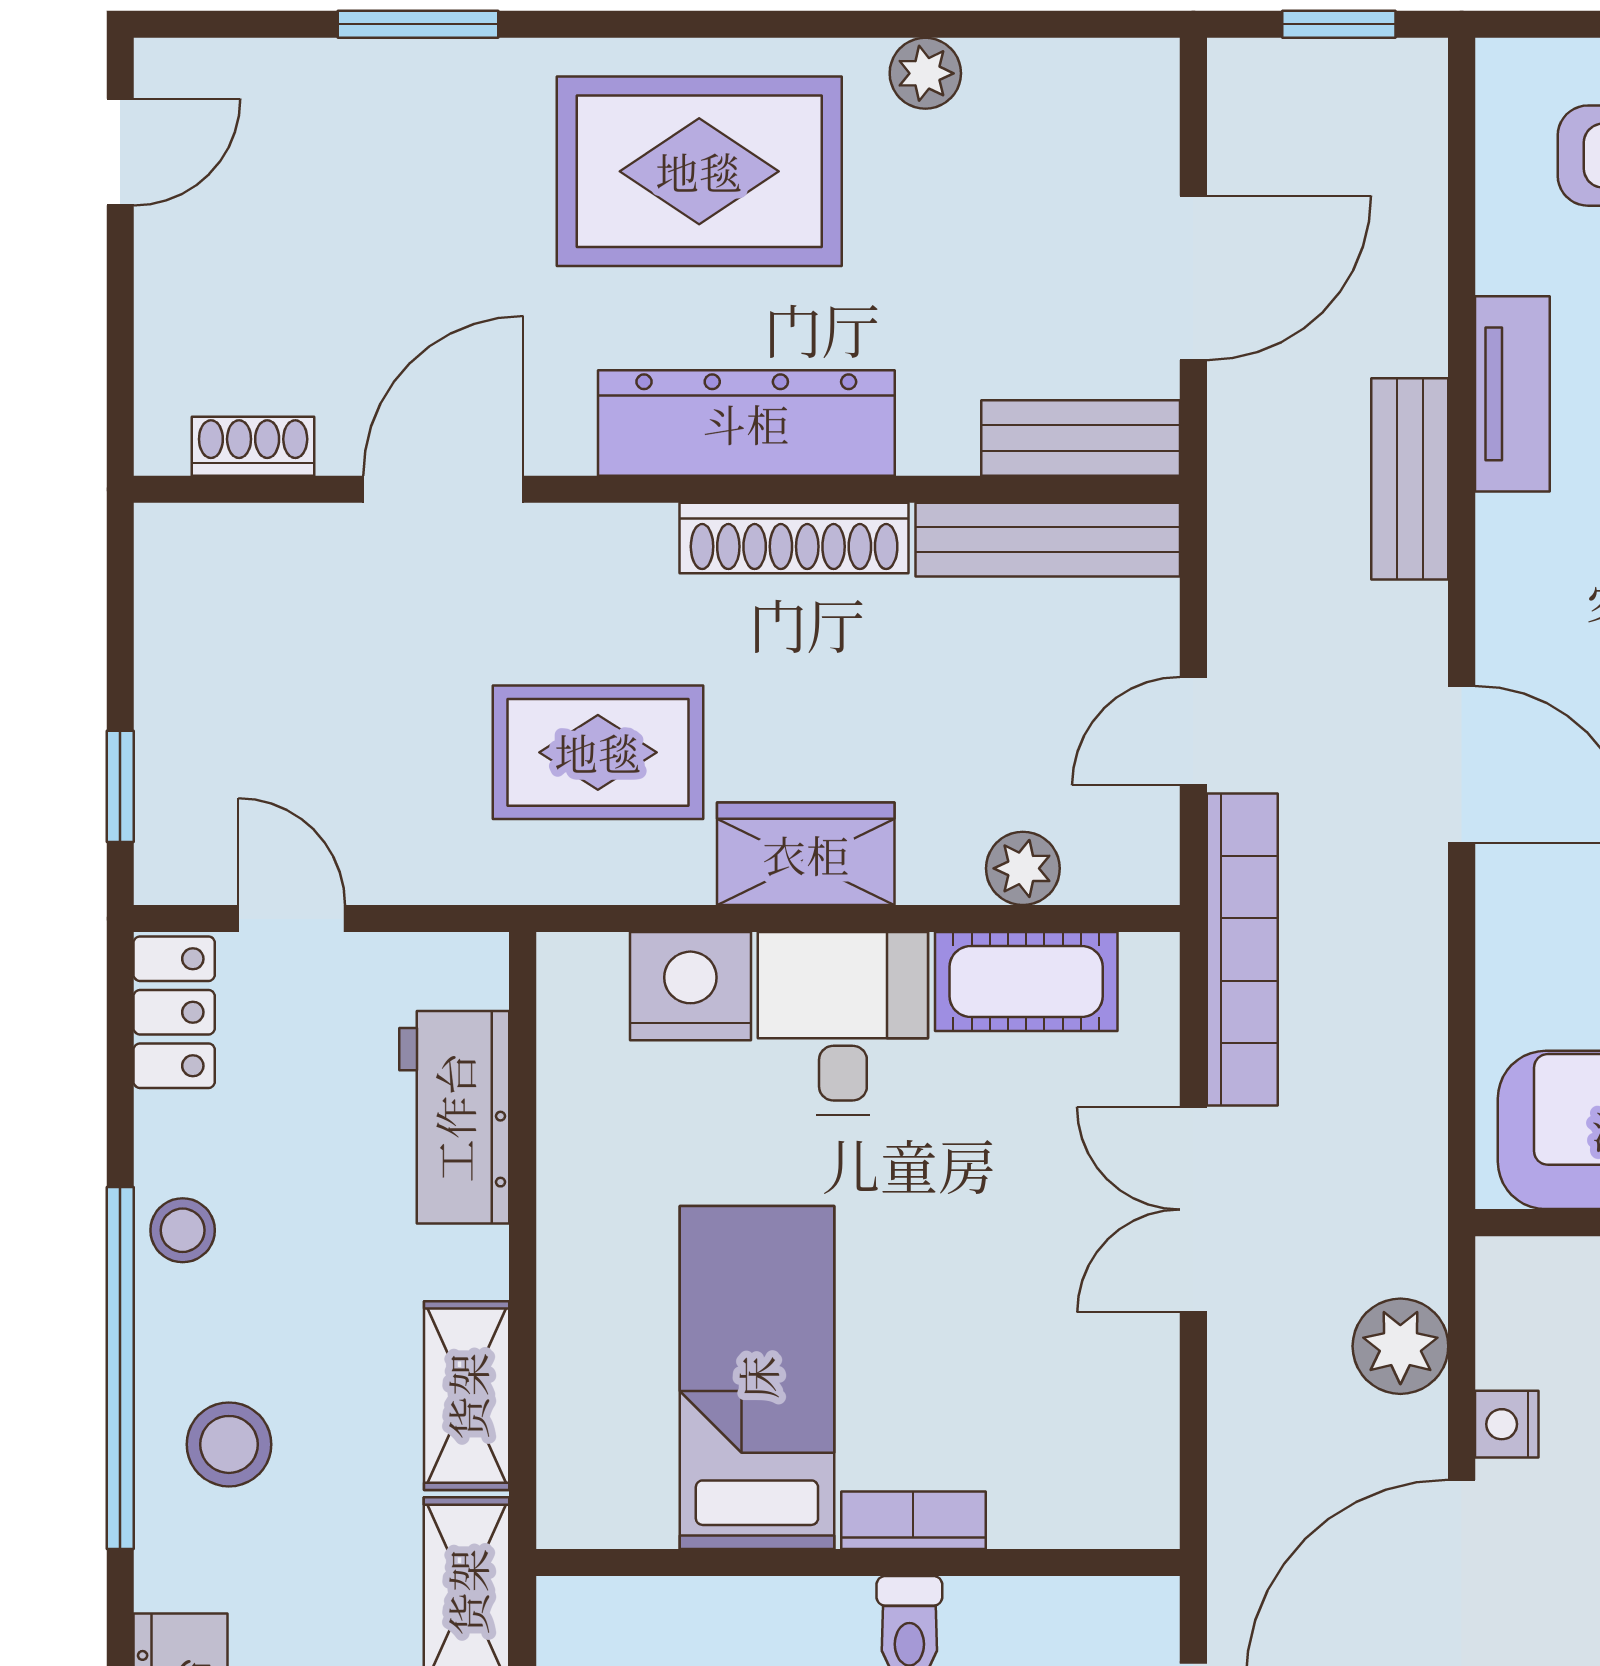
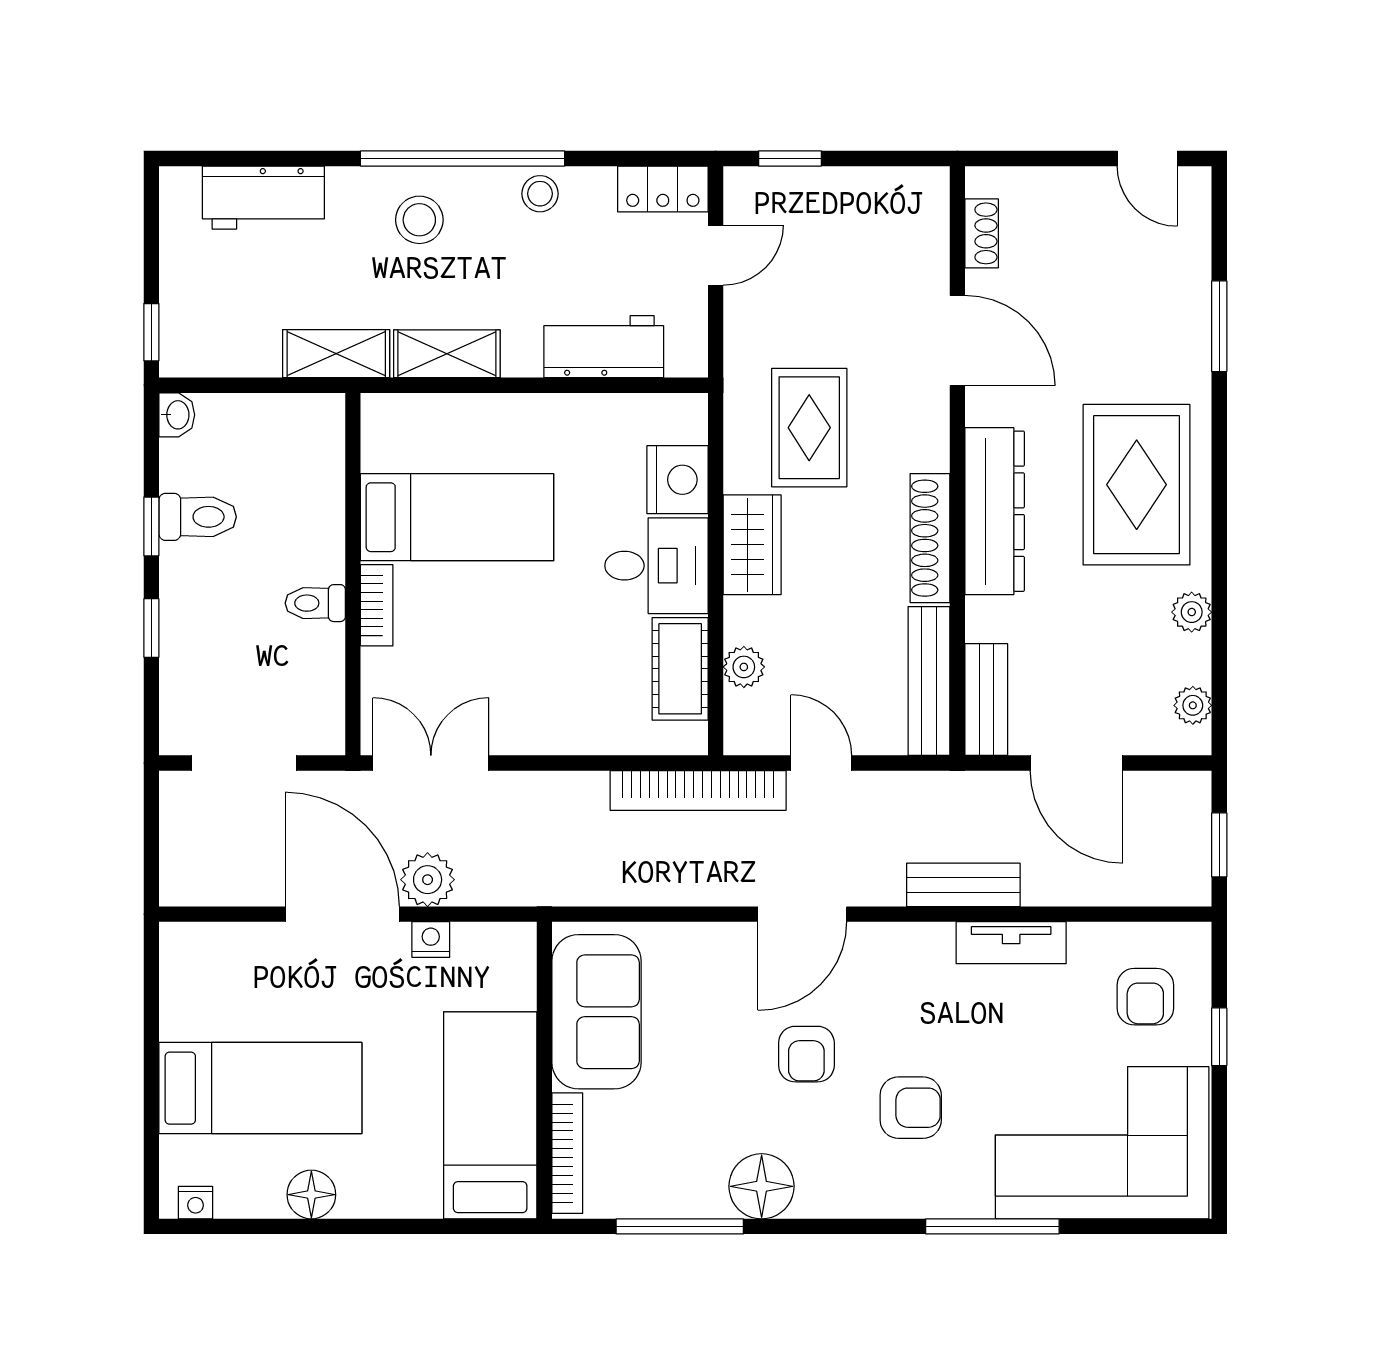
plant: (1091, 71) -> (1193, 705), added
double door: (1193, 1210) -> (431, 763), moved
plant: (1400, 1346) -> (428, 880), moved

